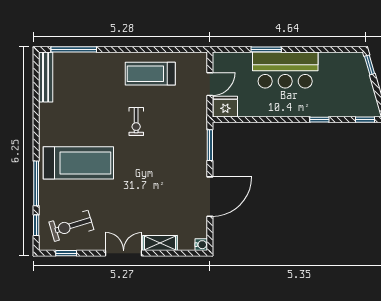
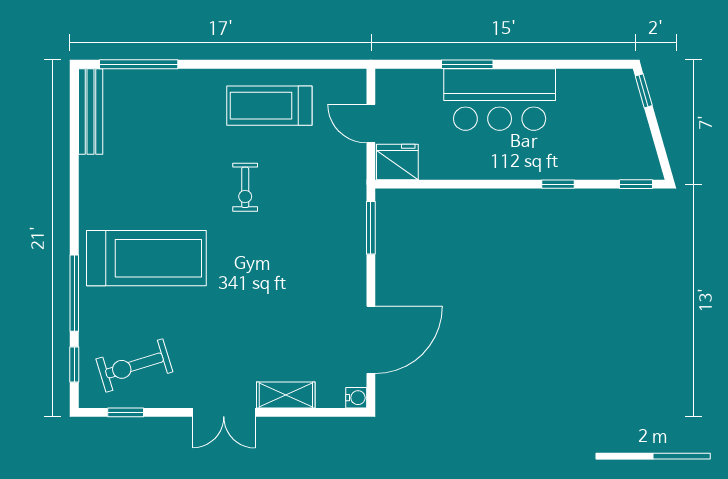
door: (210, 84) -> (371, 124), swing flipped
door: (210, 197) -> (371, 340), moved
double door: (124, 253) -> (224, 412), swing flipped

